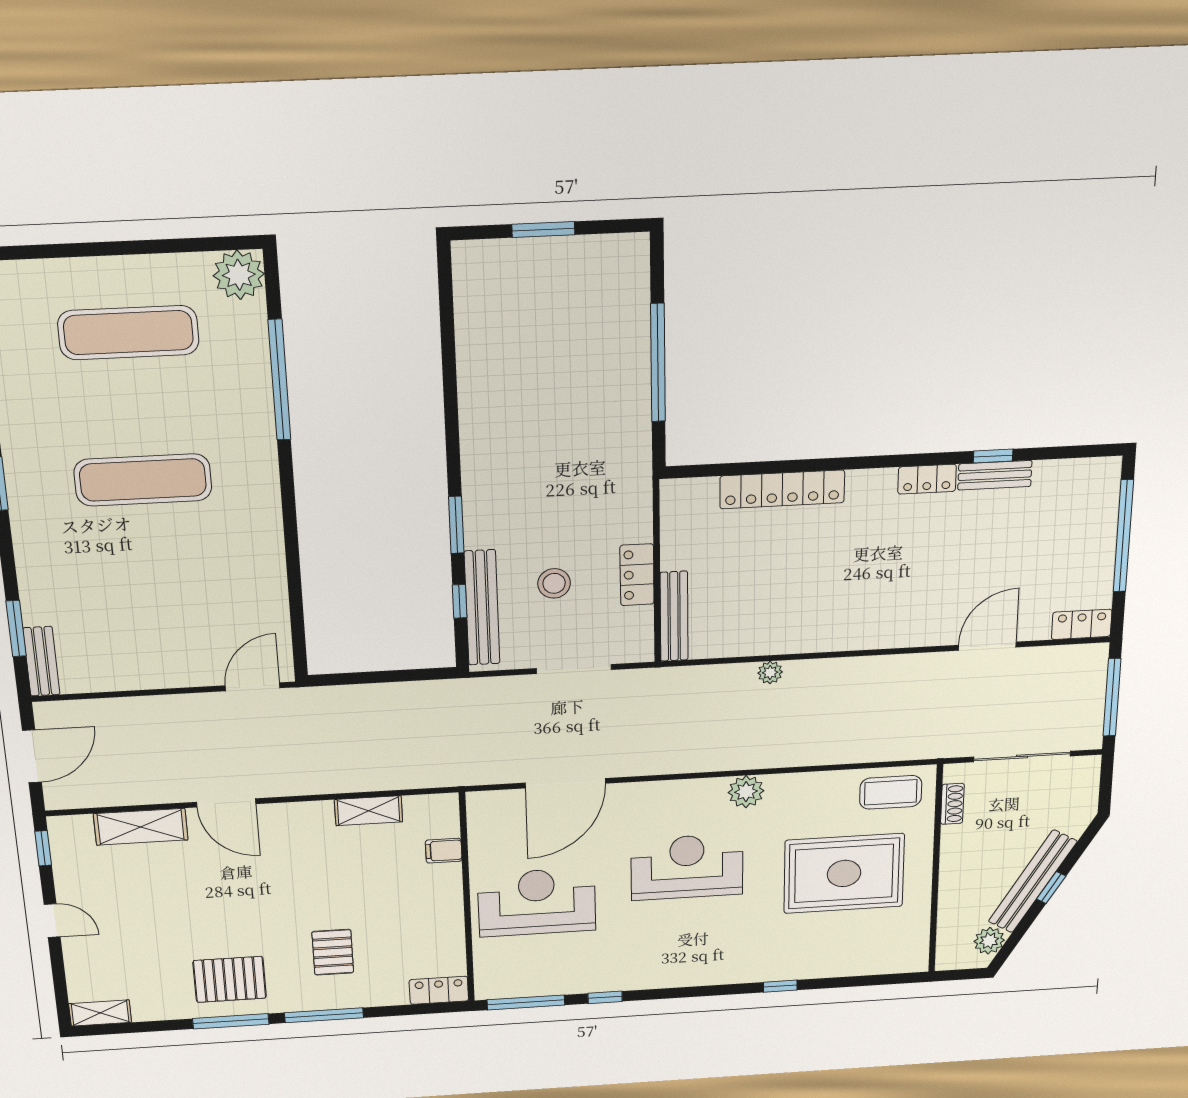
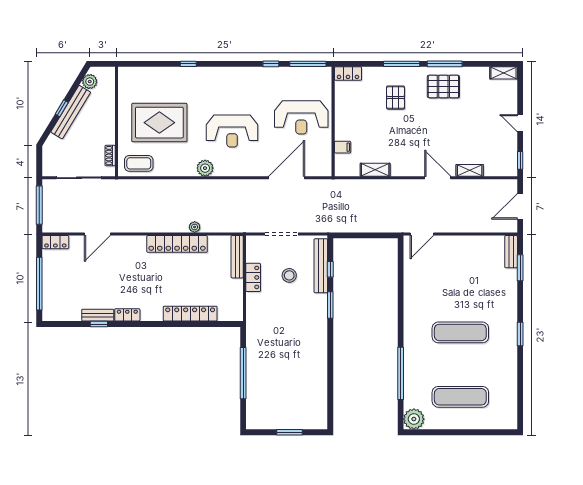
locker: (810, 635) -> (177, 244), added
shelving: (141, 827) -> (470, 170), width x0.67, depth x0.75

